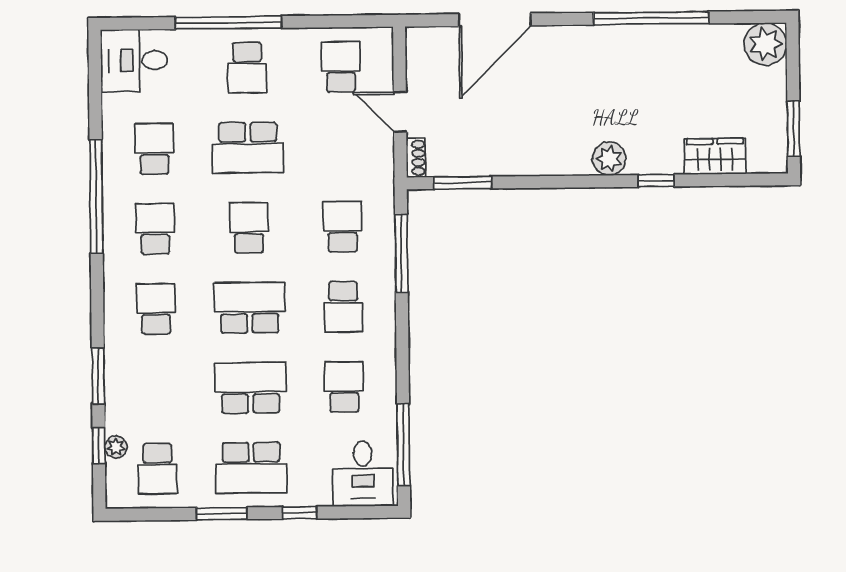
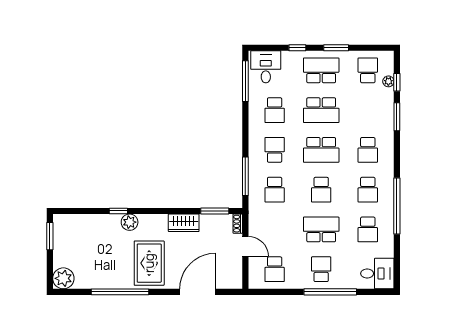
rug: (593, 76) -> (149, 263), added
wardrobe: (715, 156) -> (184, 223), moved
plant: (609, 159) -> (130, 222), moved

